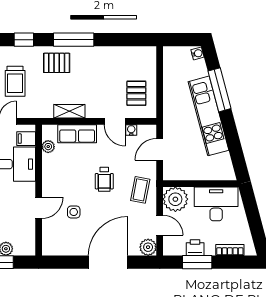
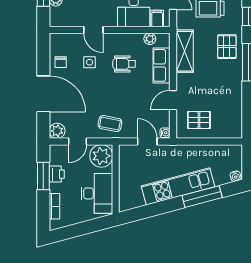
shelving: (69, 111) -> (185, 51), width x1.50, depth x1.33
water cooler: (131, 130) -> (165, 133), moved
wheelchair: (104, 179) -> (124, 64), moved
chair: (73, 243) -> (61, 62), added

